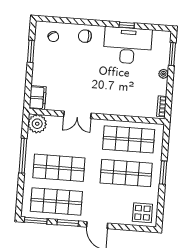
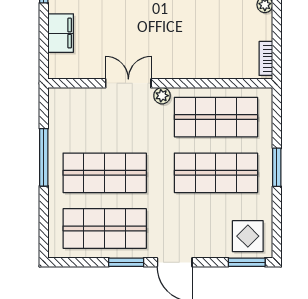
filing cabinet: (38, 98) -> (61, 33), moved
double door: (77, 115) -> (128, 83), swing flipped
plant: (37, 124) -> (162, 96), moved, width x0.53, depth x0.53
window: (36, 220) -> (247, 262), moved

